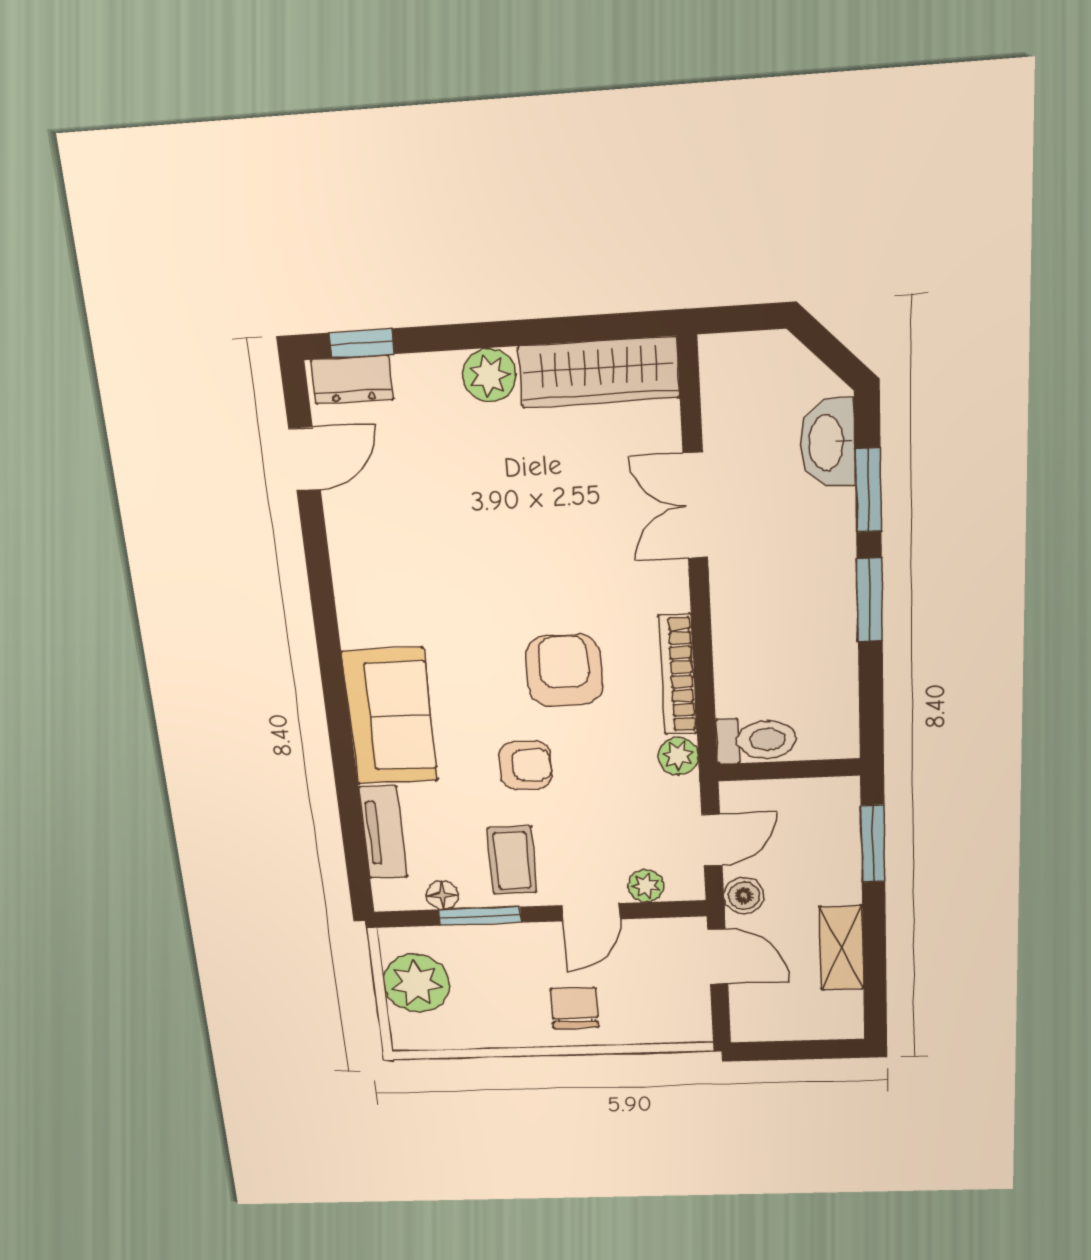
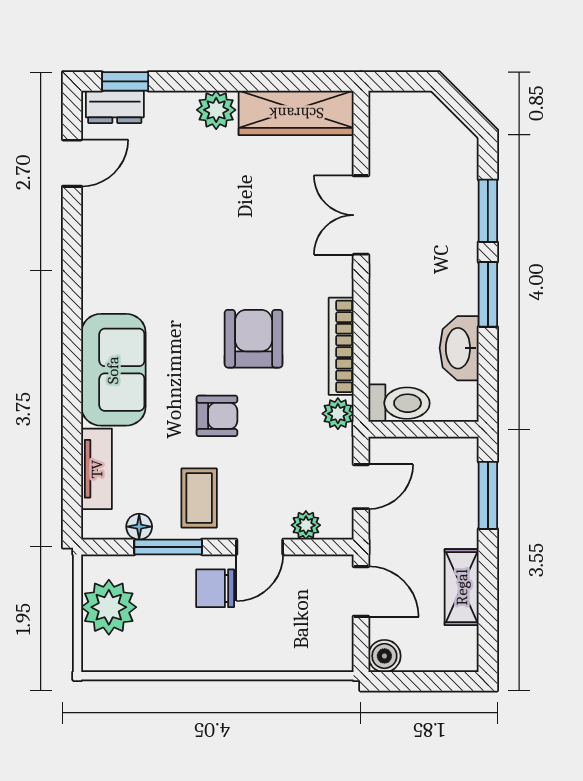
washbasin: (828, 443) -> (459, 348), moved
boiler: (744, 896) -> (384, 656), moved
chair: (574, 1008) -> (215, 588), moved, turned -90

